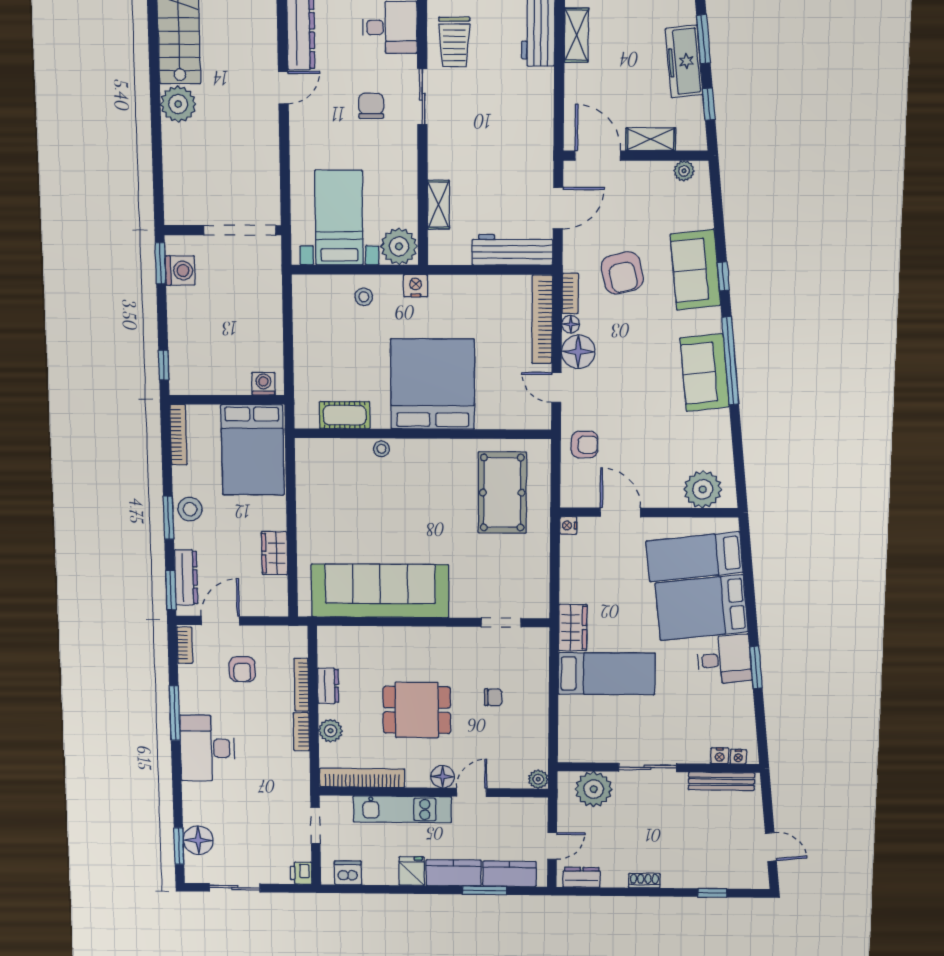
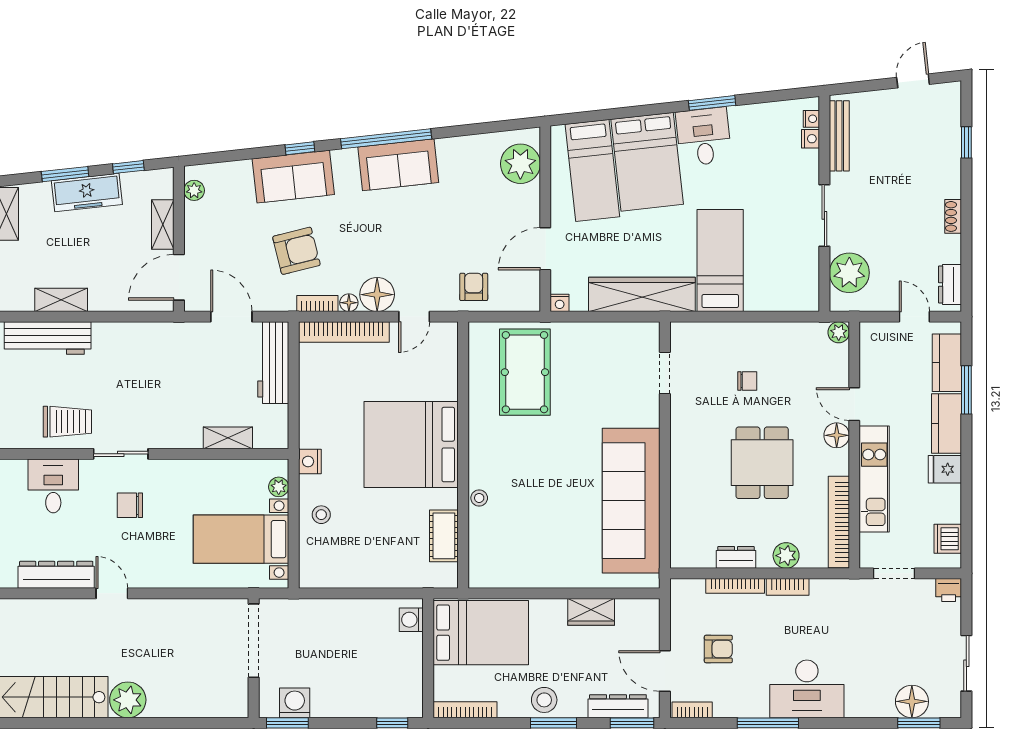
plant: (399, 246) -> (279, 487), width x0.53, depth x0.53
pool table: (502, 493) -> (525, 372), turned 90
wardrobe: (573, 627) -> (642, 294), width x2.10, depth x1.17
chair: (493, 697) -> (747, 381), turned 90

